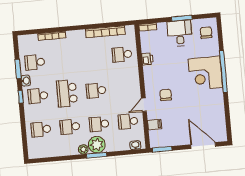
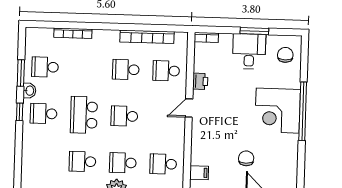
chair: (166, 95) -> (246, 158), moved
door: (144, 105) -> (189, 108), moved
school desk: (41, 129) -> (126, 70), moved

